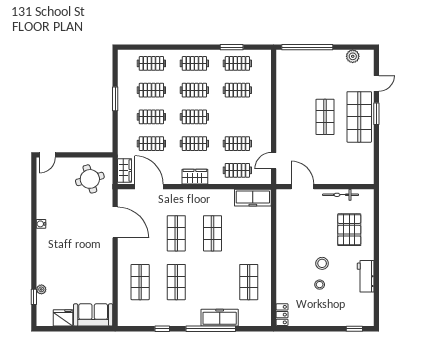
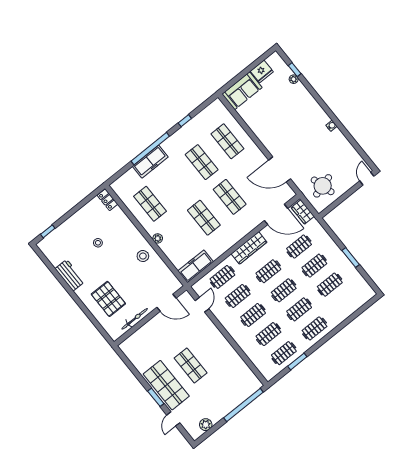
clothes rail: (151, 63) -> (253, 315), moved
wardrobe: (195, 177) -> (249, 248), width x1.50
plant: (266, 247) -> (158, 238), added
stool: (322, 263) -> (143, 256), moved

